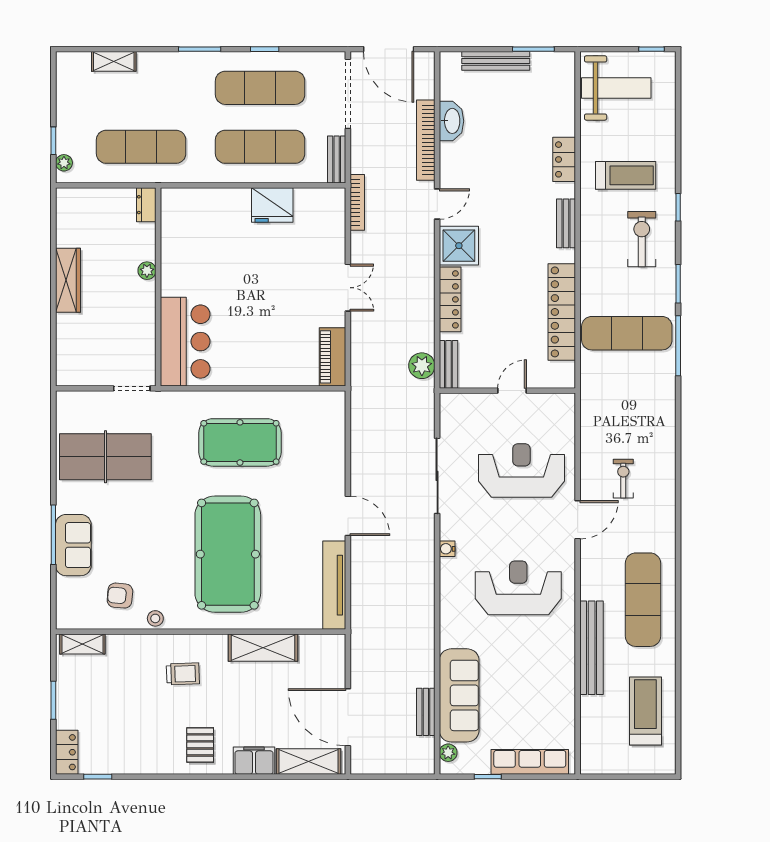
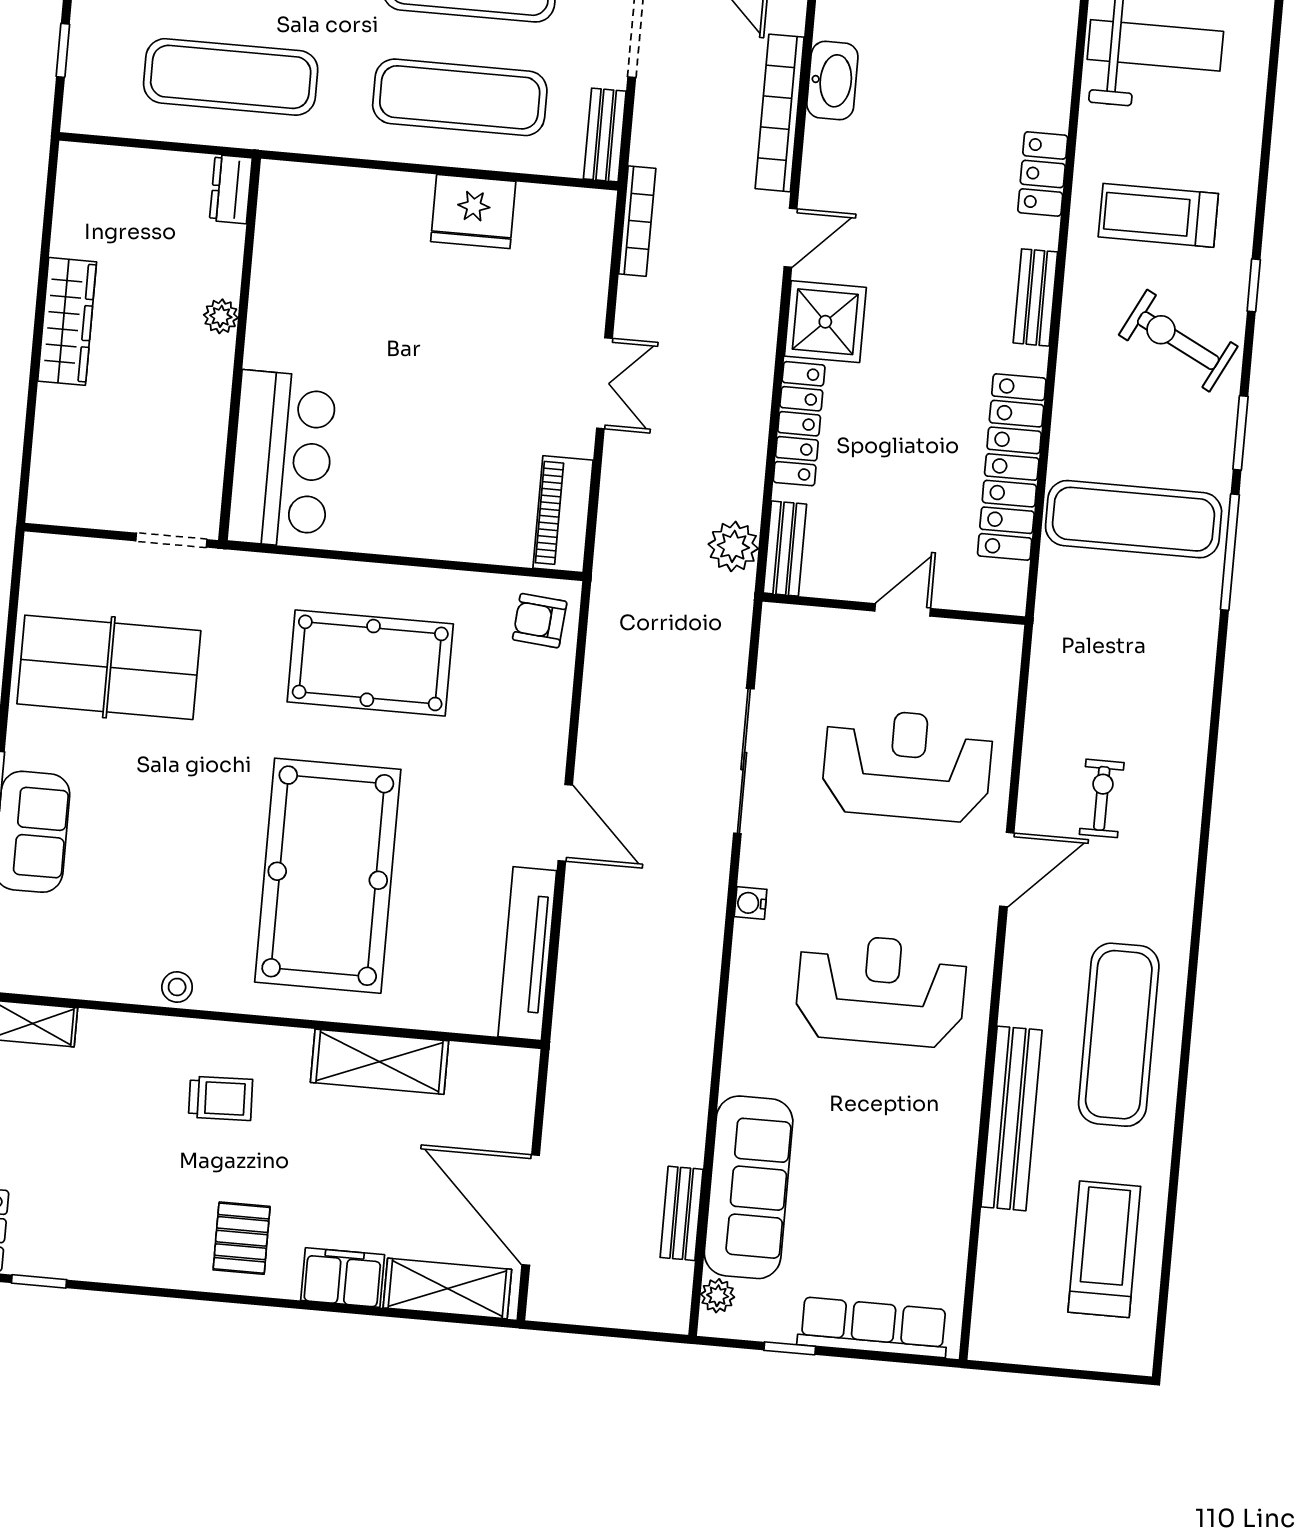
plant: (64, 163) -> (79, 94), removed
treadmill: (626, 175) -> (1158, 215), turned 180
exercise bike: (642, 239) -> (1178, 341), turned -63
armchair: (120, 596) -> (540, 621), moved

